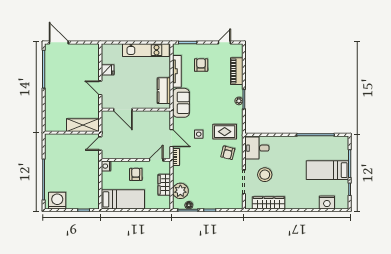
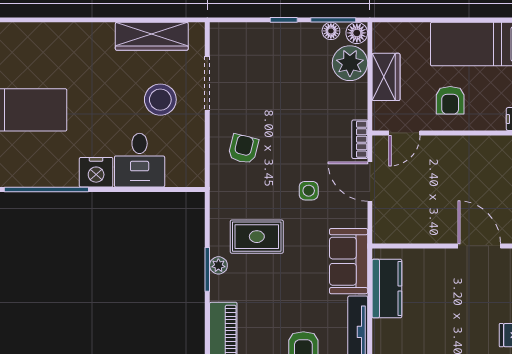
rug: (225, 132) -> (257, 237), moved
desk: (257, 148) -> (140, 160), moved, turned 90
nightstand: (327, 202) -> (96, 172), moved, turned 180
floor lamp: (177, 204) -> (357, 33), added

